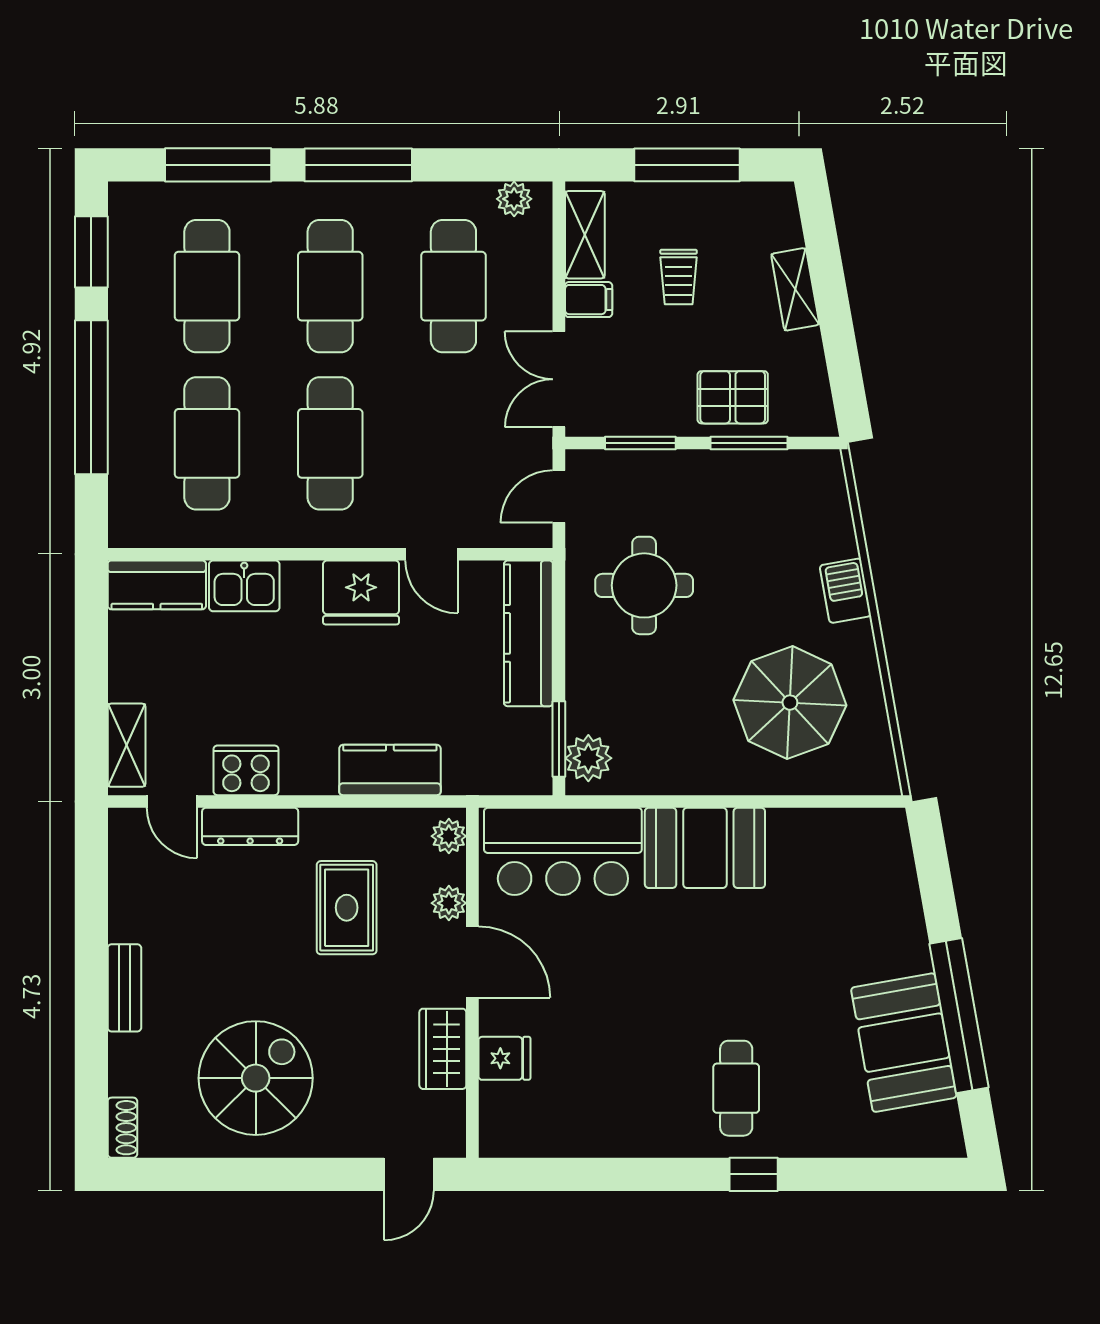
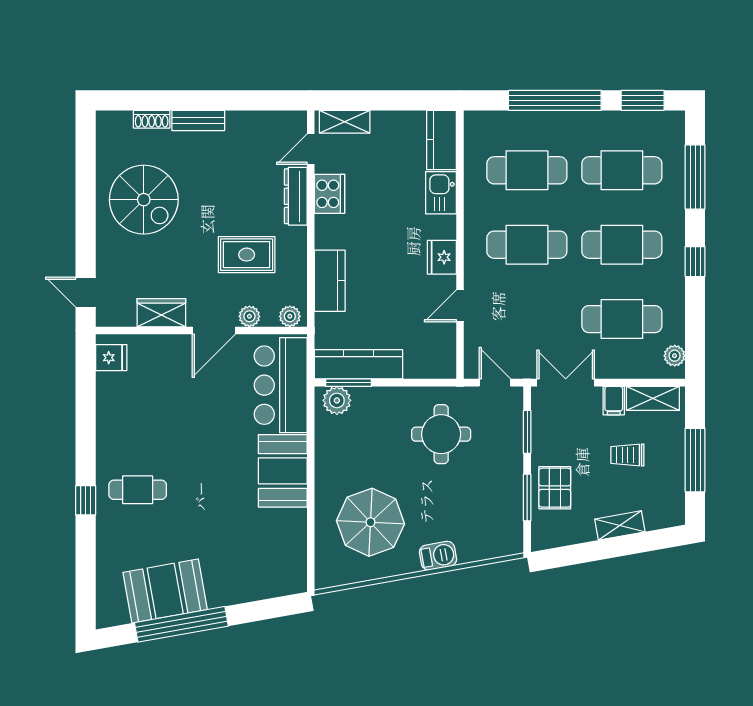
window: (358, 165) -> (695, 262), width x0.46
fridge: (361, 593) -> (442, 257), width x0.73, depth x0.75
kitchen counter: (528, 633) -> (359, 364), moved
fridge: (504, 1058) -> (111, 358), moved, turned -90
shoe rack: (122, 1128) -> (152, 119), moved

